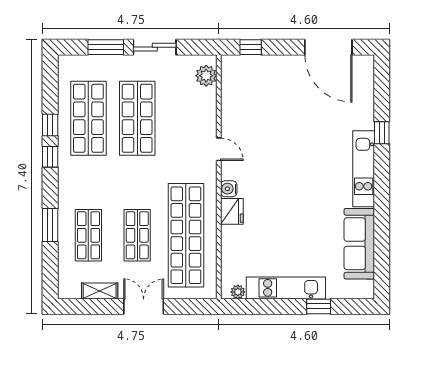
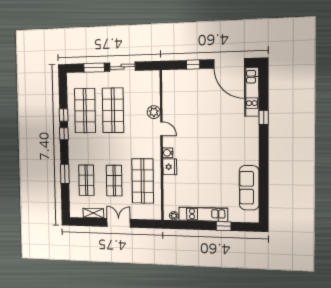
window: (251, 47) -> (193, 64), moved
plant: (206, 76) -> (154, 112), moved
kitchen unit: (364, 169) -> (252, 92), moved
shop shelf: (186, 235) -> (143, 181), width x0.71

